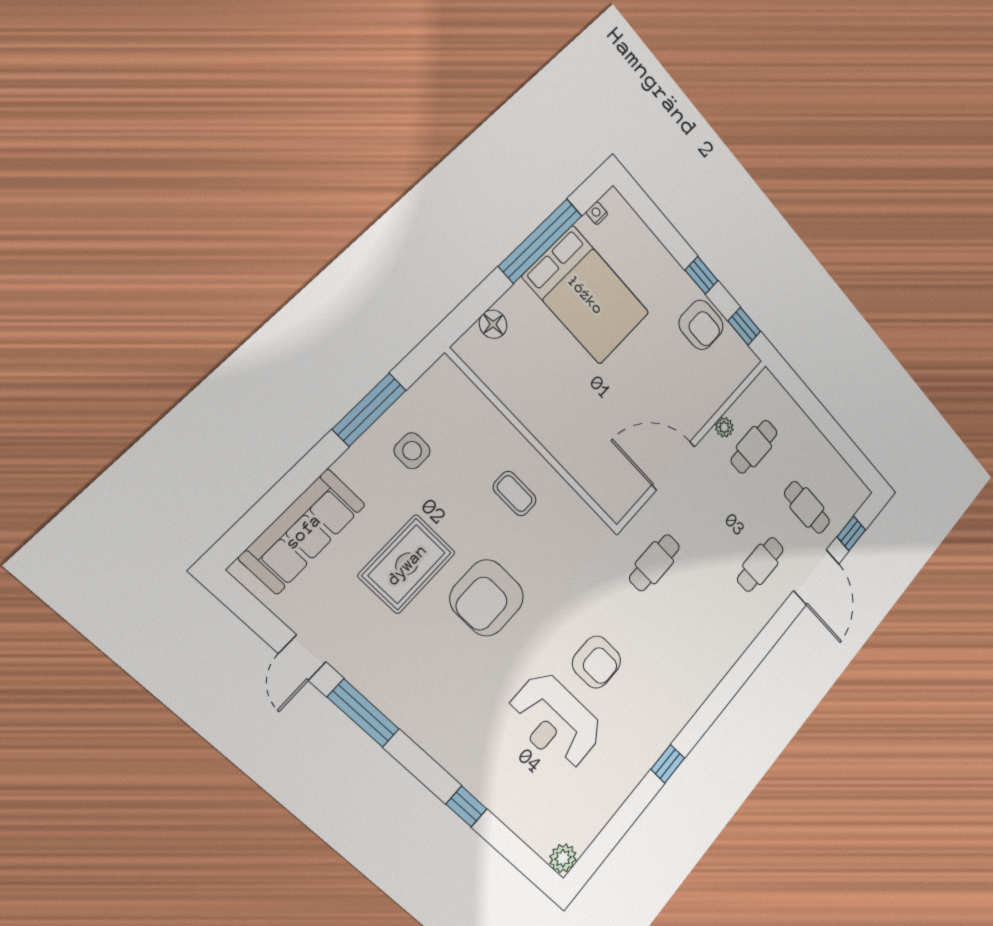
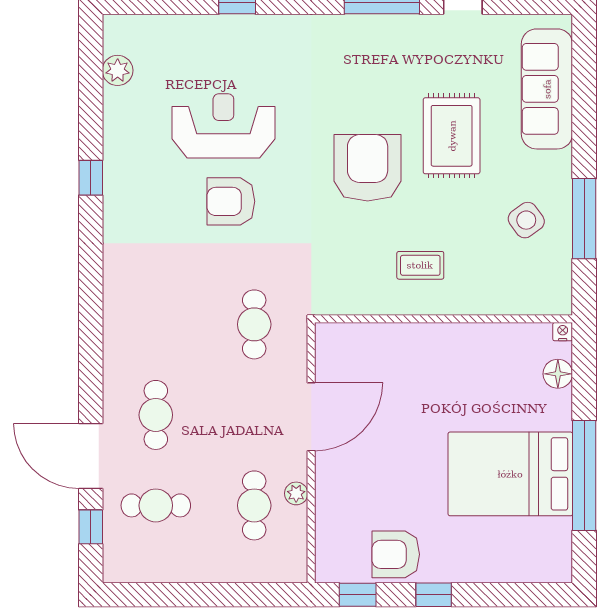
nightstand: (597, 213) -> (563, 332), moved, turned -90
side table: (412, 451) -> (526, 220), turned -36
plant: (563, 858) -> (118, 70), moved

